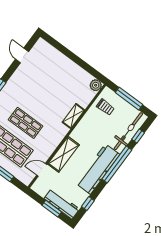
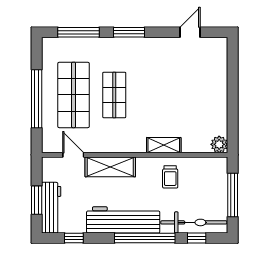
trolley: (105, 107) -> (170, 177), moved

